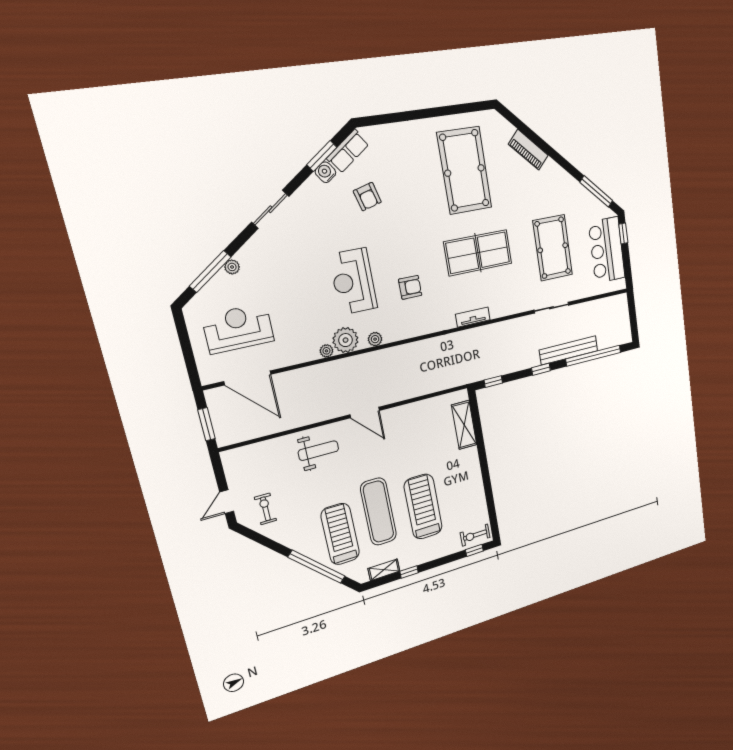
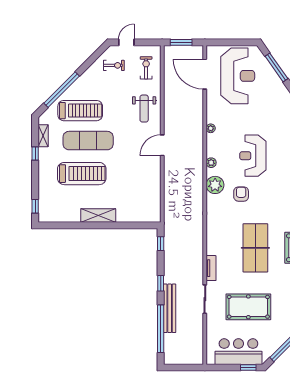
plant: (232, 267) -> (277, 81), removed
reception desk: (353, 281) -> (253, 156), turned -90
armchair: (410, 287) -> (241, 194), turned 180
tv unit: (473, 317) -> (211, 268), moved
reception desk: (238, 328) -> (238, 76), width x1.36, depth x1.30
plant: (346, 340) -> (215, 185), moved
door: (247, 378) -> (205, 74), hinge flipped
shelving: (464, 425) -> (98, 216), moved
door: (227, 502) -> (126, 42), hinge flipped
exercise bike: (475, 535) -> (146, 68), moved

